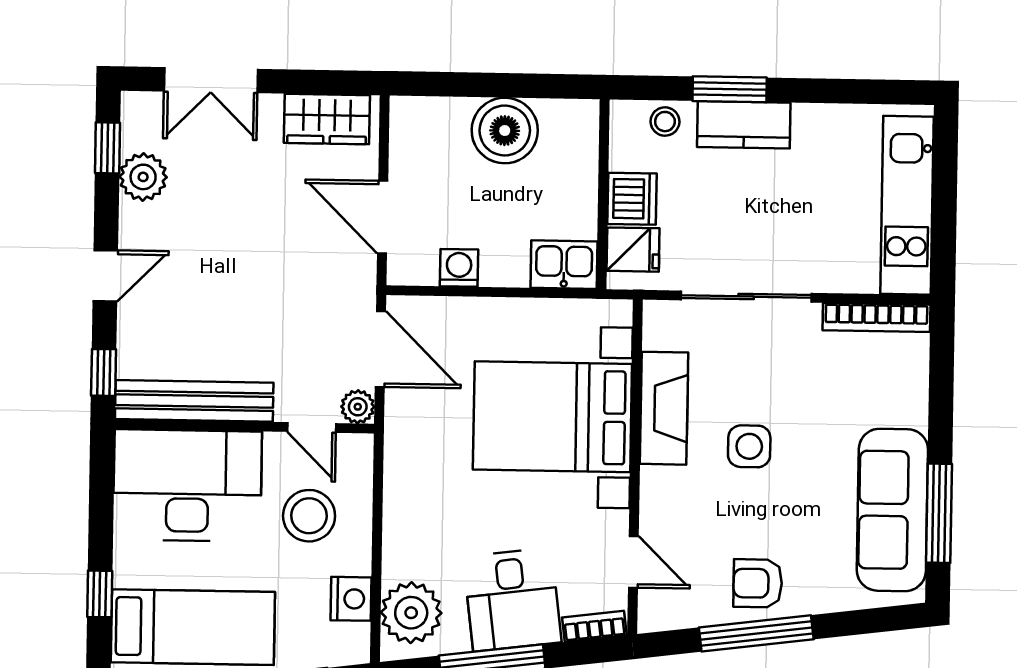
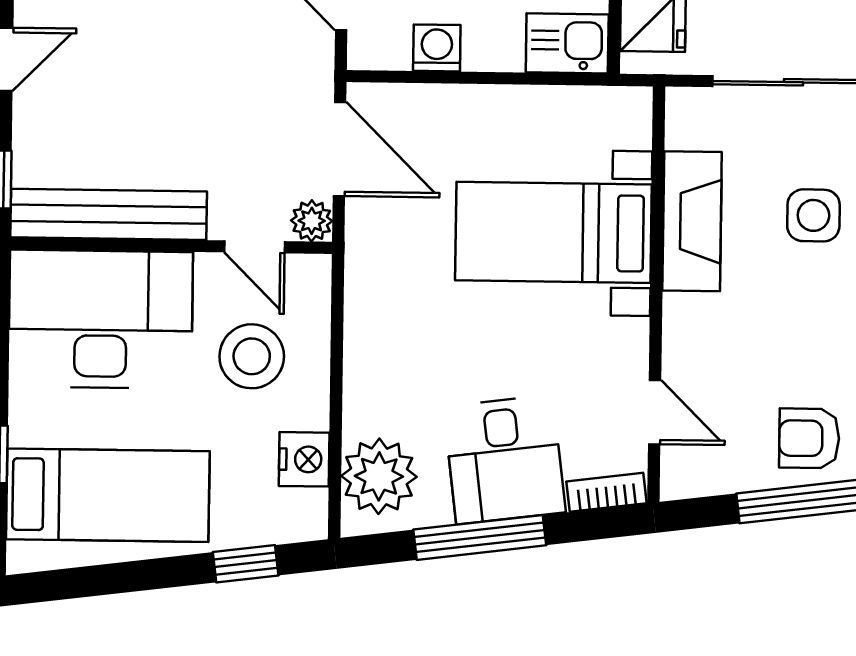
bed with nightstands: (552, 417) -> (553, 232), width x0.73
side table: (749, 446) -> (813, 215), moved

